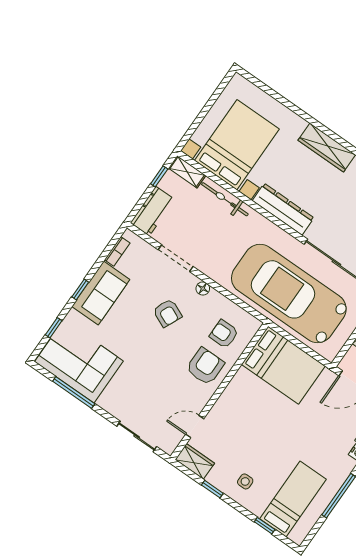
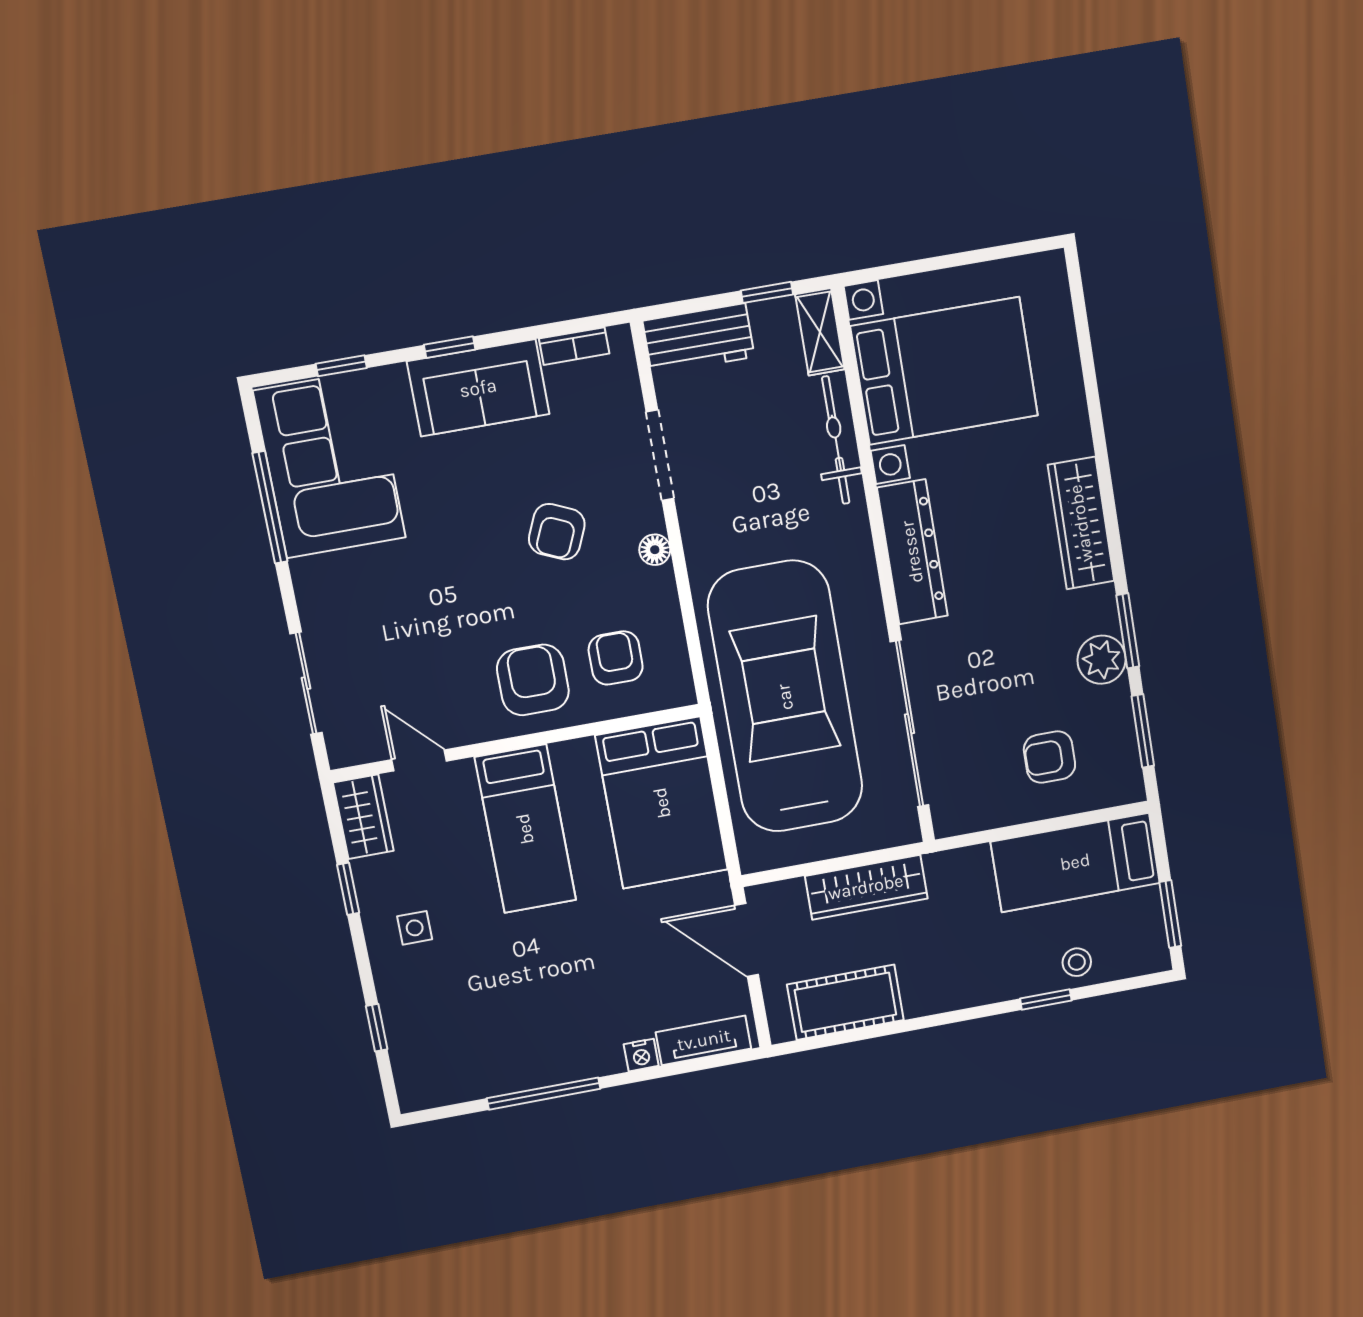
armchair: (205, 366) -> (533, 680), turned -90
bed: (293, 499) -> (525, 829), moved, turned 90

